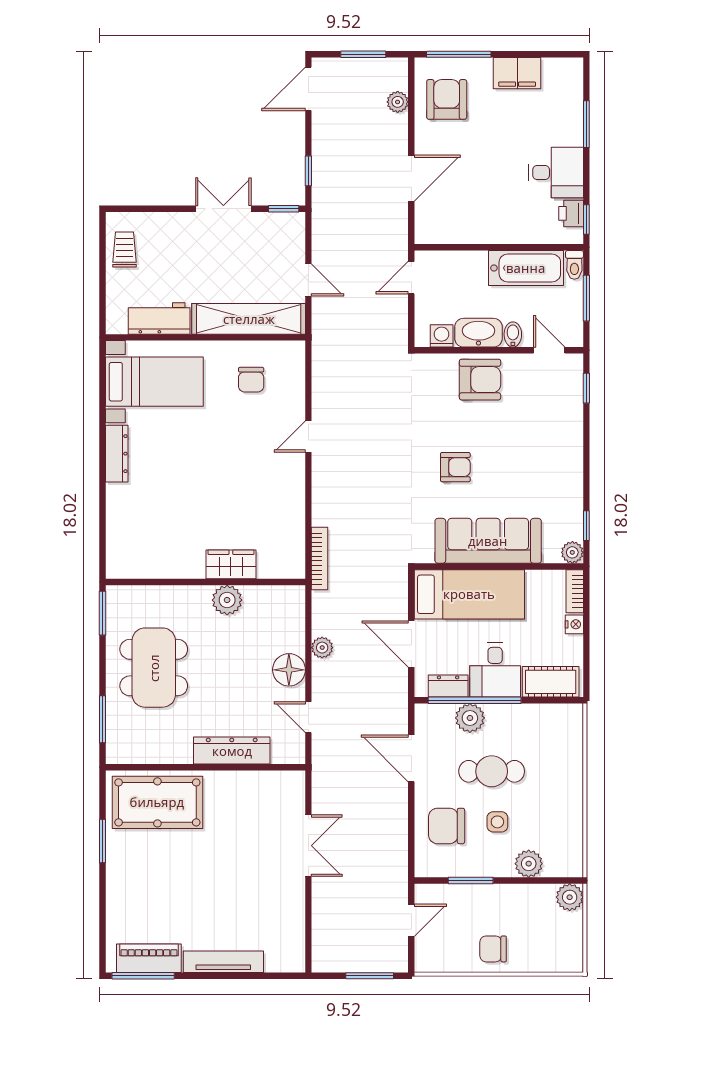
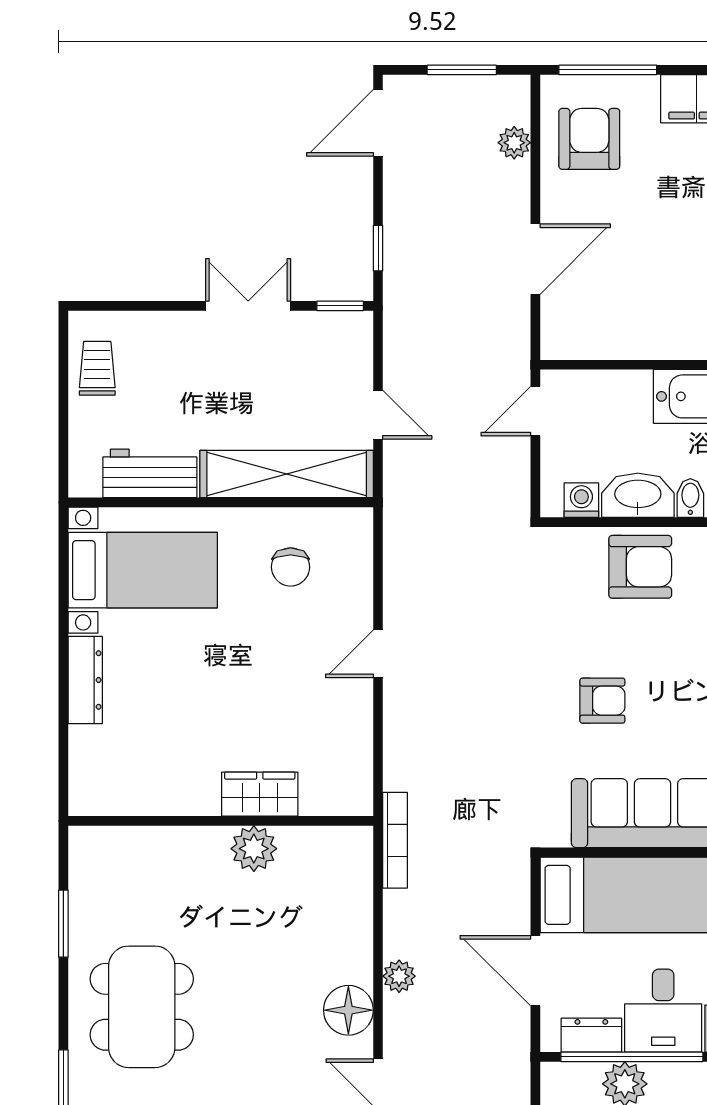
wardrobe: (231, 564) -> (260, 794), moved
wall: (205, 582) -> (221, 821), moved
plant: (227, 600) -> (254, 849), moved

